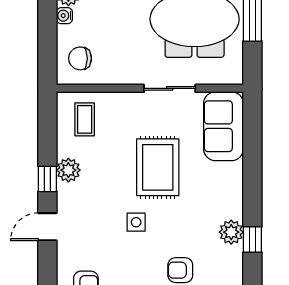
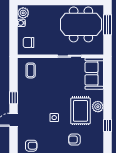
rug: (158, 167) -> (80, 111), moved
plant: (68, 170) -> (23, 94), removed
plant: (231, 232) -> (98, 107), moved

